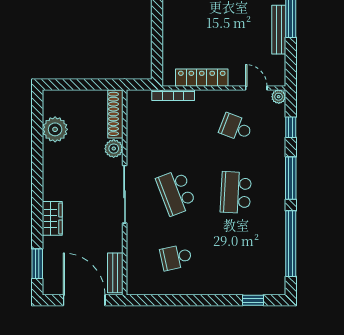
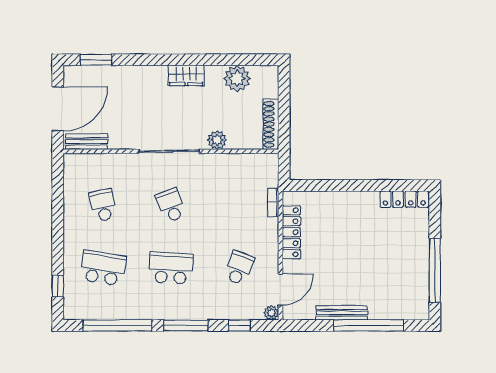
door: (256, 88) -> (280, 289), width x1.38
bookcase: (173, 95) -> (273, 202), width x0.64
shoe rack: (115, 114) -> (271, 124), moved, turned -90
school desk: (176, 192) -> (171, 205), width x0.54
wardrobe: (52, 218) -> (186, 75), moved
school desk: (236, 257) -> (103, 268), added

